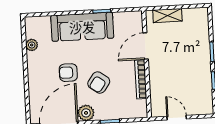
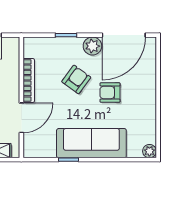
plant: (32, 45) -> (149, 151), moved
armchair: (68, 73) -> (110, 93), turned 180

